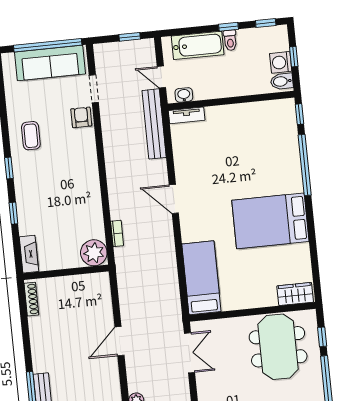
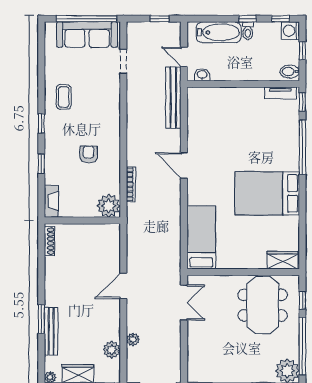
washing machine: (281, 62) -> (290, 31), moved
tv unit: (187, 115) -> (281, 93), moved
armchair: (81, 117) -> (89, 154), moved
bookcase: (117, 233) -> (131, 184), width x1.56

